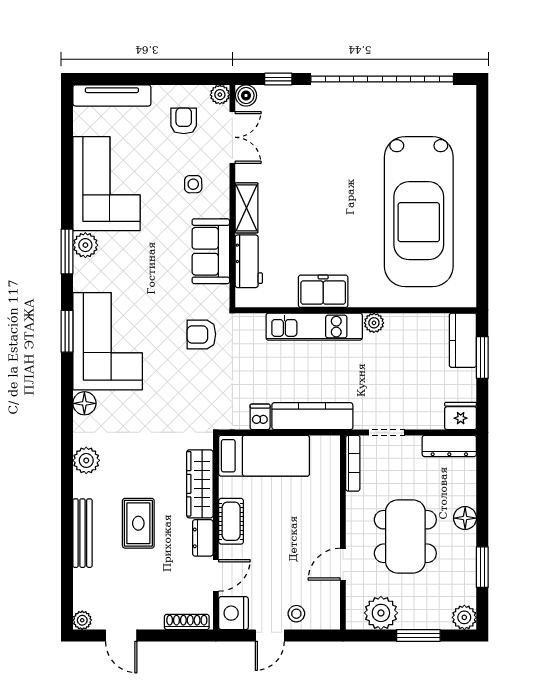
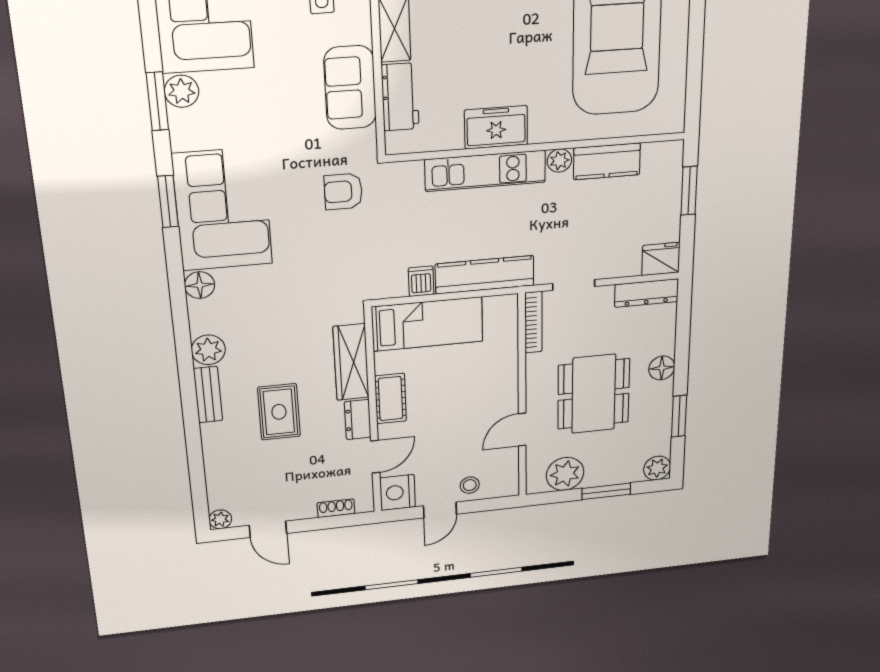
kitchen counter: (463, 340) -> (607, 161), moved, turned -90
bench: (82, 533) -> (208, 395), moved, width x0.73
shoe rack: (187, 622) -> (336, 508), width x0.70

